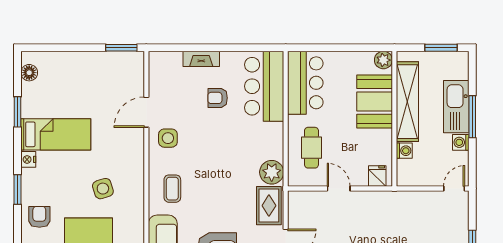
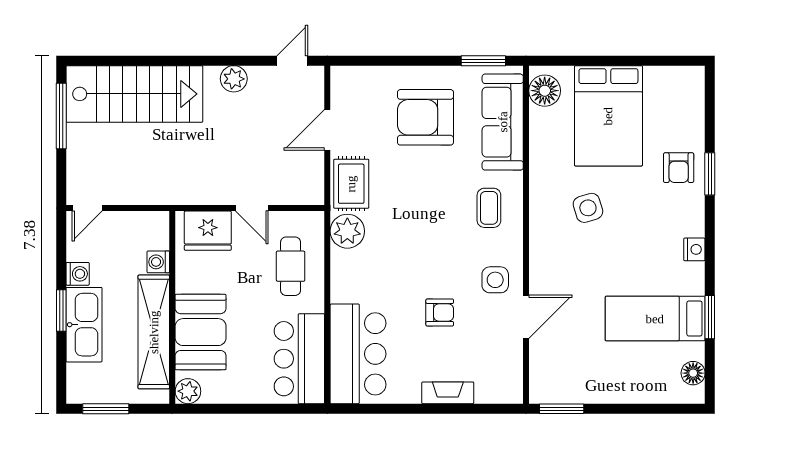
armchair: (218, 98) -> (440, 312), moved
window: (472, 117) -> (61, 310), width x0.69
bed: (56, 134) -> (655, 319), moved
fridge: (377, 176) -> (208, 231), width x1.88, depth x1.34
window: (17, 189) -> (710, 174), moved

